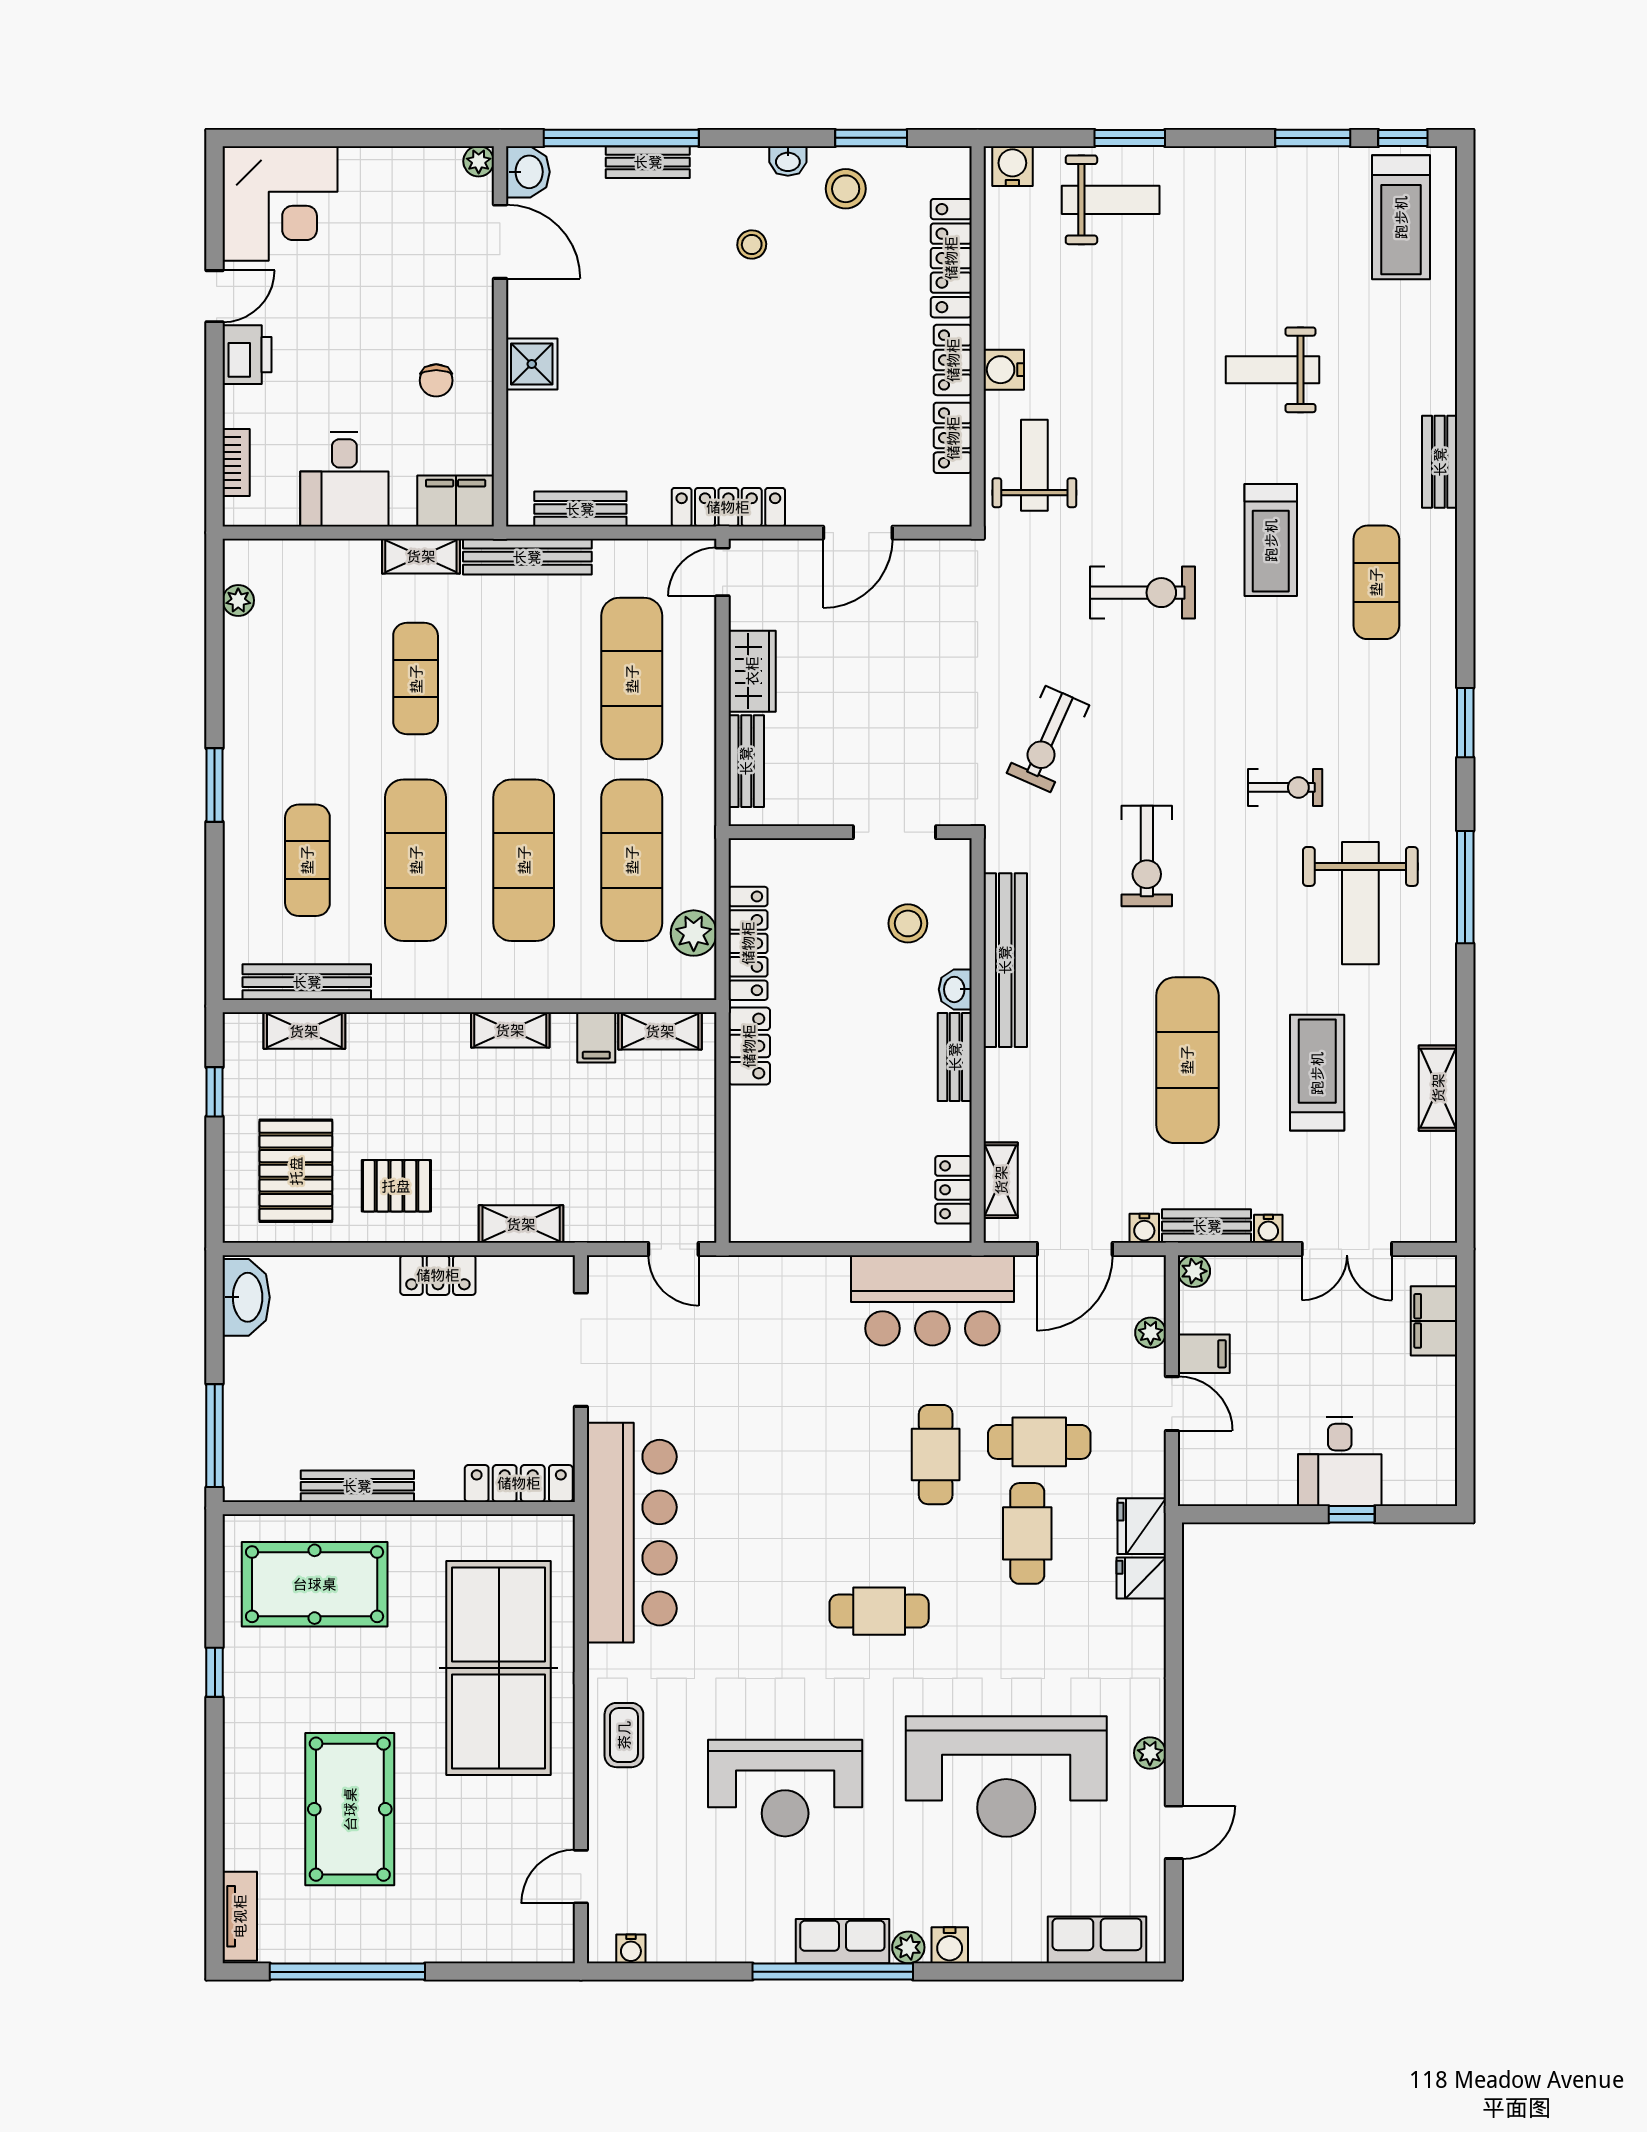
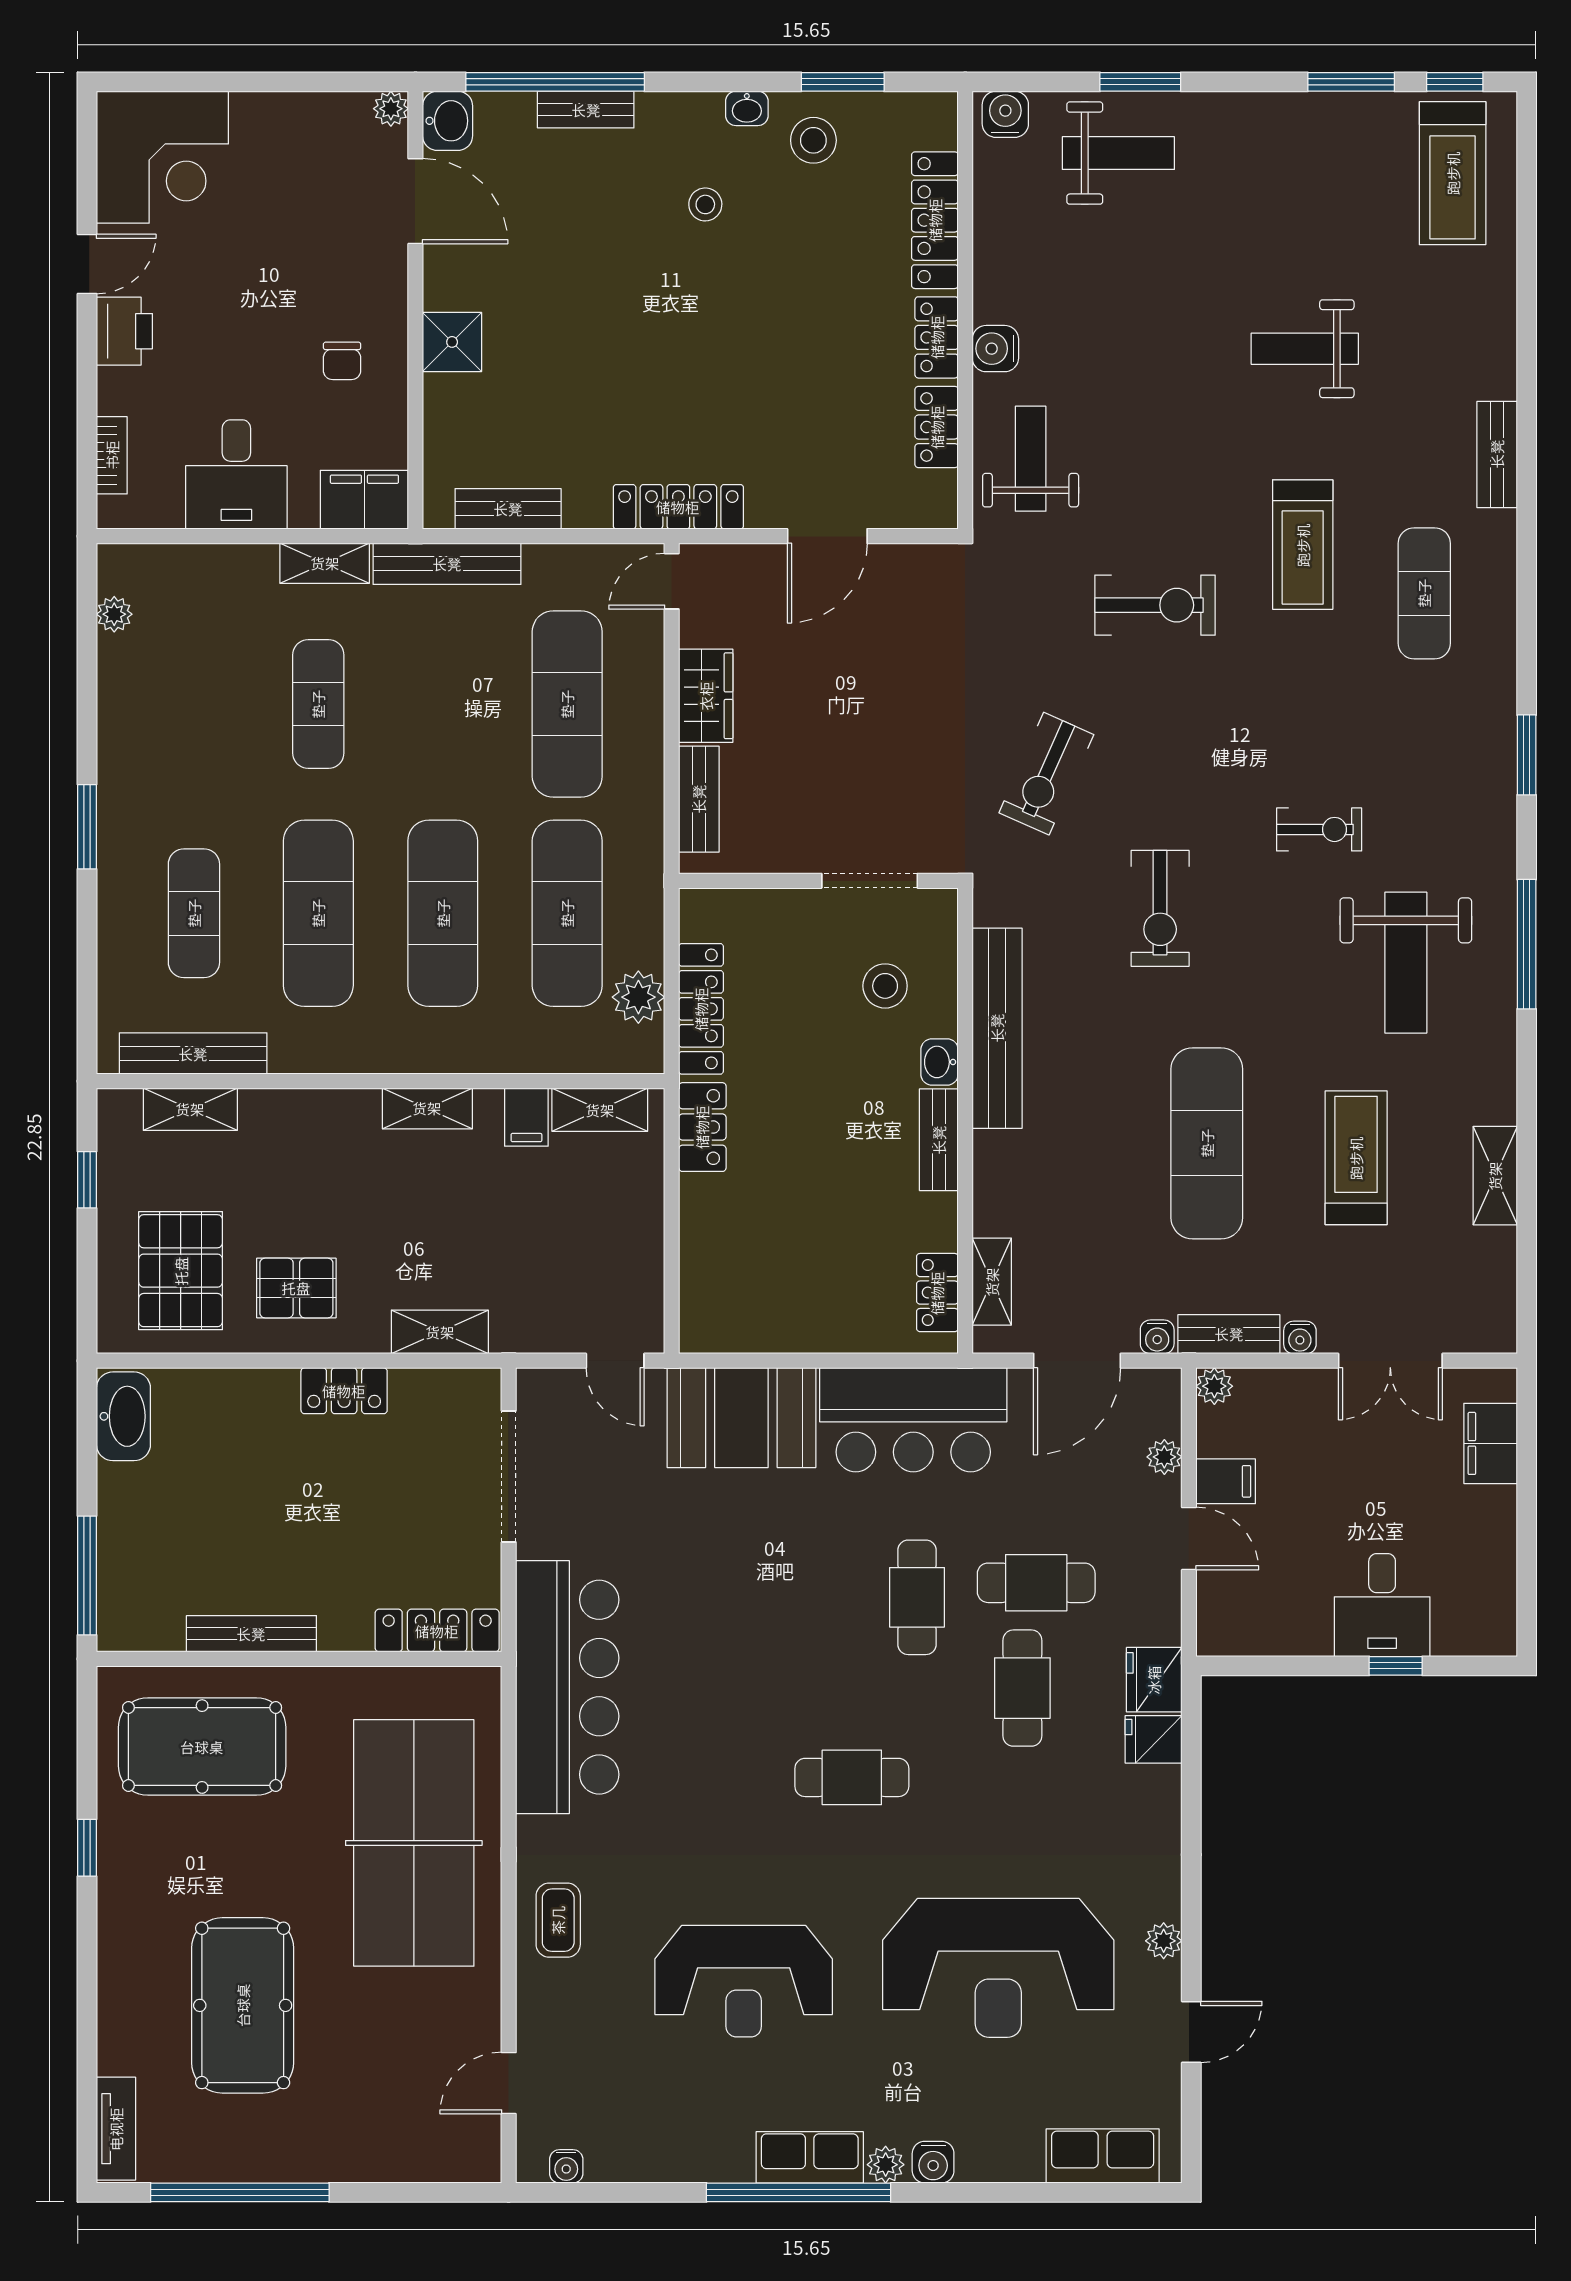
booth: (783, 1298) -> (741, 1418), added

